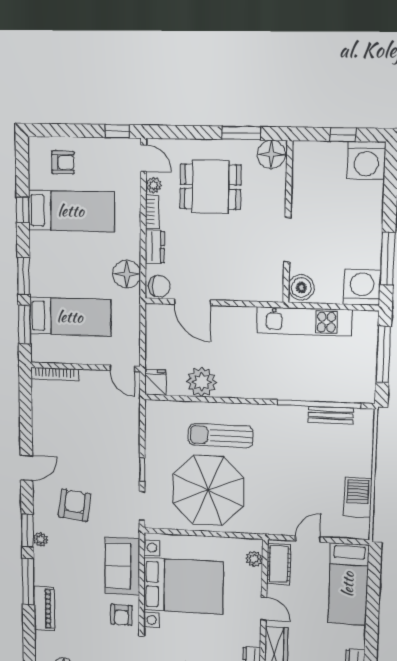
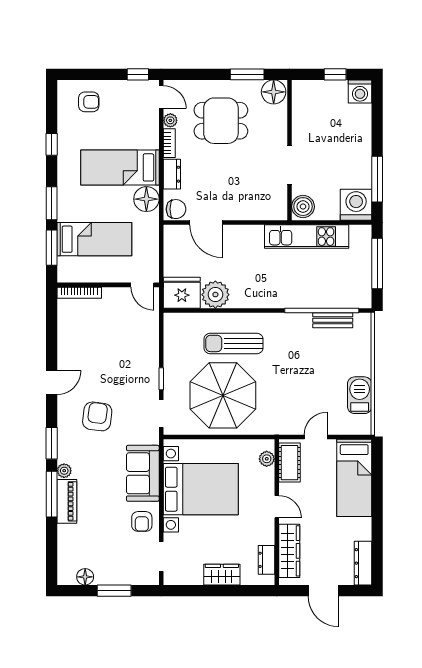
washing machine: (366, 160) -> (360, 92), width x0.73, depth x0.73
bed: (71, 211) -> (120, 167), moved, turned 180
fridge: (155, 382) -> (182, 293), width x1.88, depth x1.34
plant: (41, 539) -> (64, 471), moved
piano: (44, 609) -> (67, 501), moved

